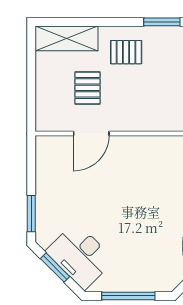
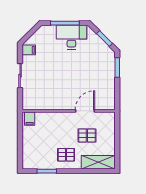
pallet: (87, 88) -> (87, 135), turned 90
desk: (80, 256) -> (71, 37), moved, turned -45

